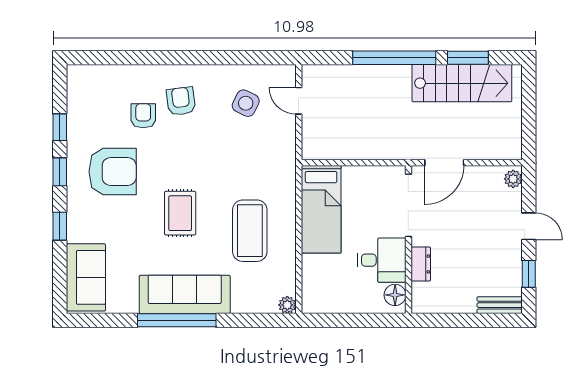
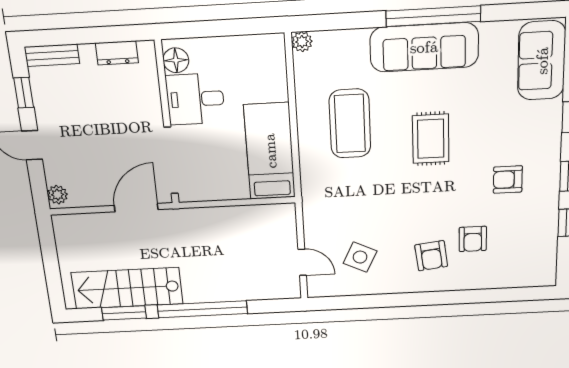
armchair: (113, 172) -> (508, 180), width x0.53, depth x0.53
dresser: (421, 264) -> (117, 53), moved, turned -90

